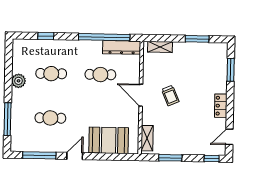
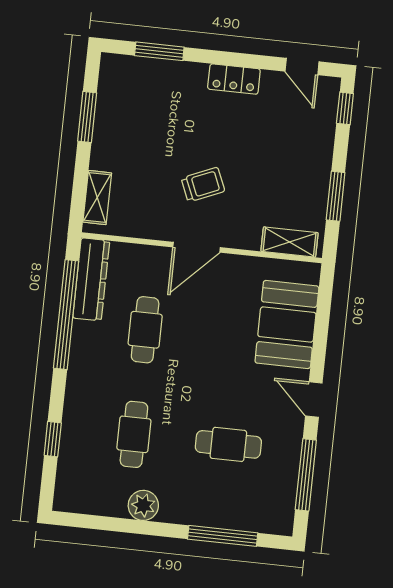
cafe table: (50, 118) -> (228, 444), turned 90

